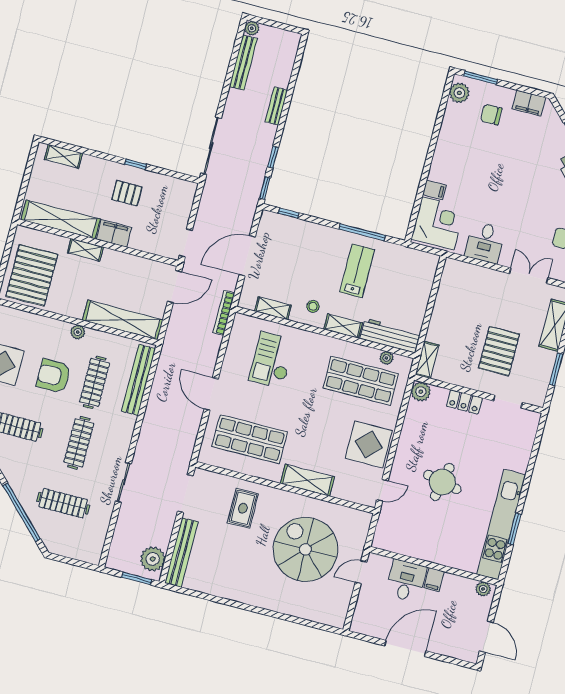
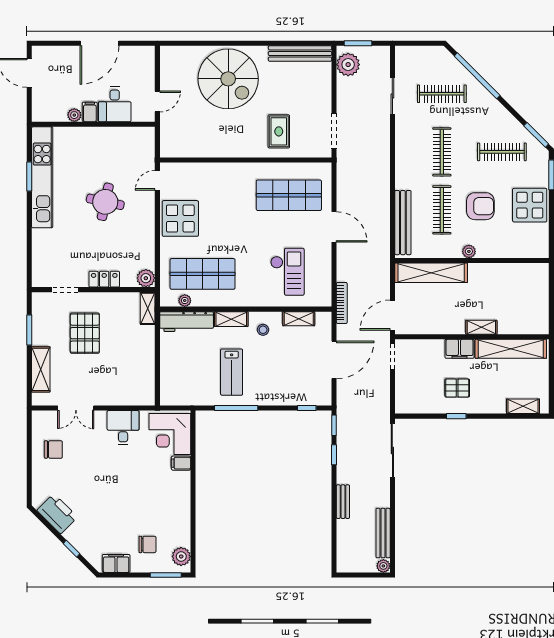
pallet: (32, 275) -> (524, 292), removed
shelving: (307, 480) -> (227, 172), removed
sliding door: (123, 483) -> (392, 96), moved
spiral stairs: (305, 549) -> (228, 79), moved
bench: (181, 552) -> (300, 54), moved, turned 90
plant: (483, 589) -> (74, 115), moved

